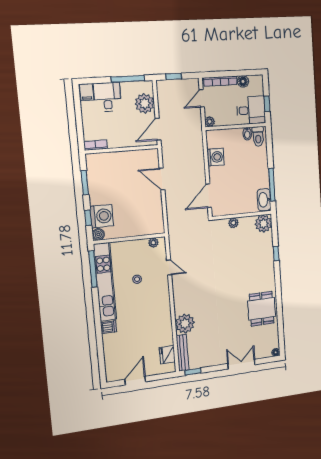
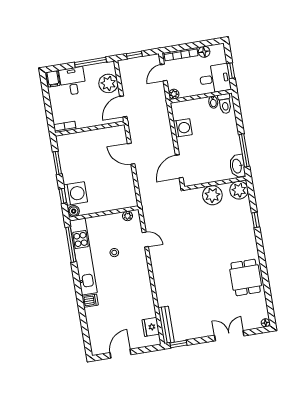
plant: (233, 223) -> (212, 195), width x1.88, depth x1.88
plant: (185, 324) -> (166, 295), removed

